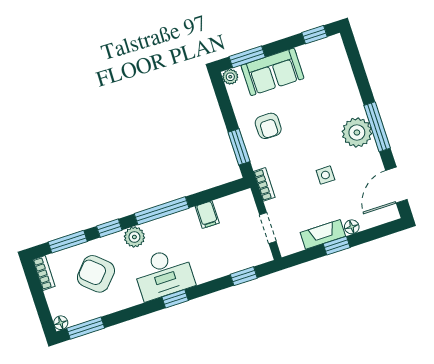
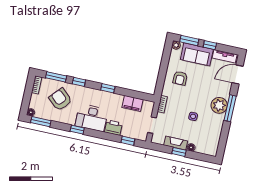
window: (314, 35) -> (210, 45), moved
tv unit: (319, 48) -> (225, 56), added
window: (239, 147) -> (161, 80), removed
door: (396, 185) -> (237, 75), moved
window: (162, 211) -> (108, 88), width x0.46
filing cabinet: (207, 215) -> (132, 103), width x2.00
plant: (134, 237) -> (88, 93), removed
printer: (208, 269) -> (113, 128), added
window: (175, 299) -> (77, 130), moved

